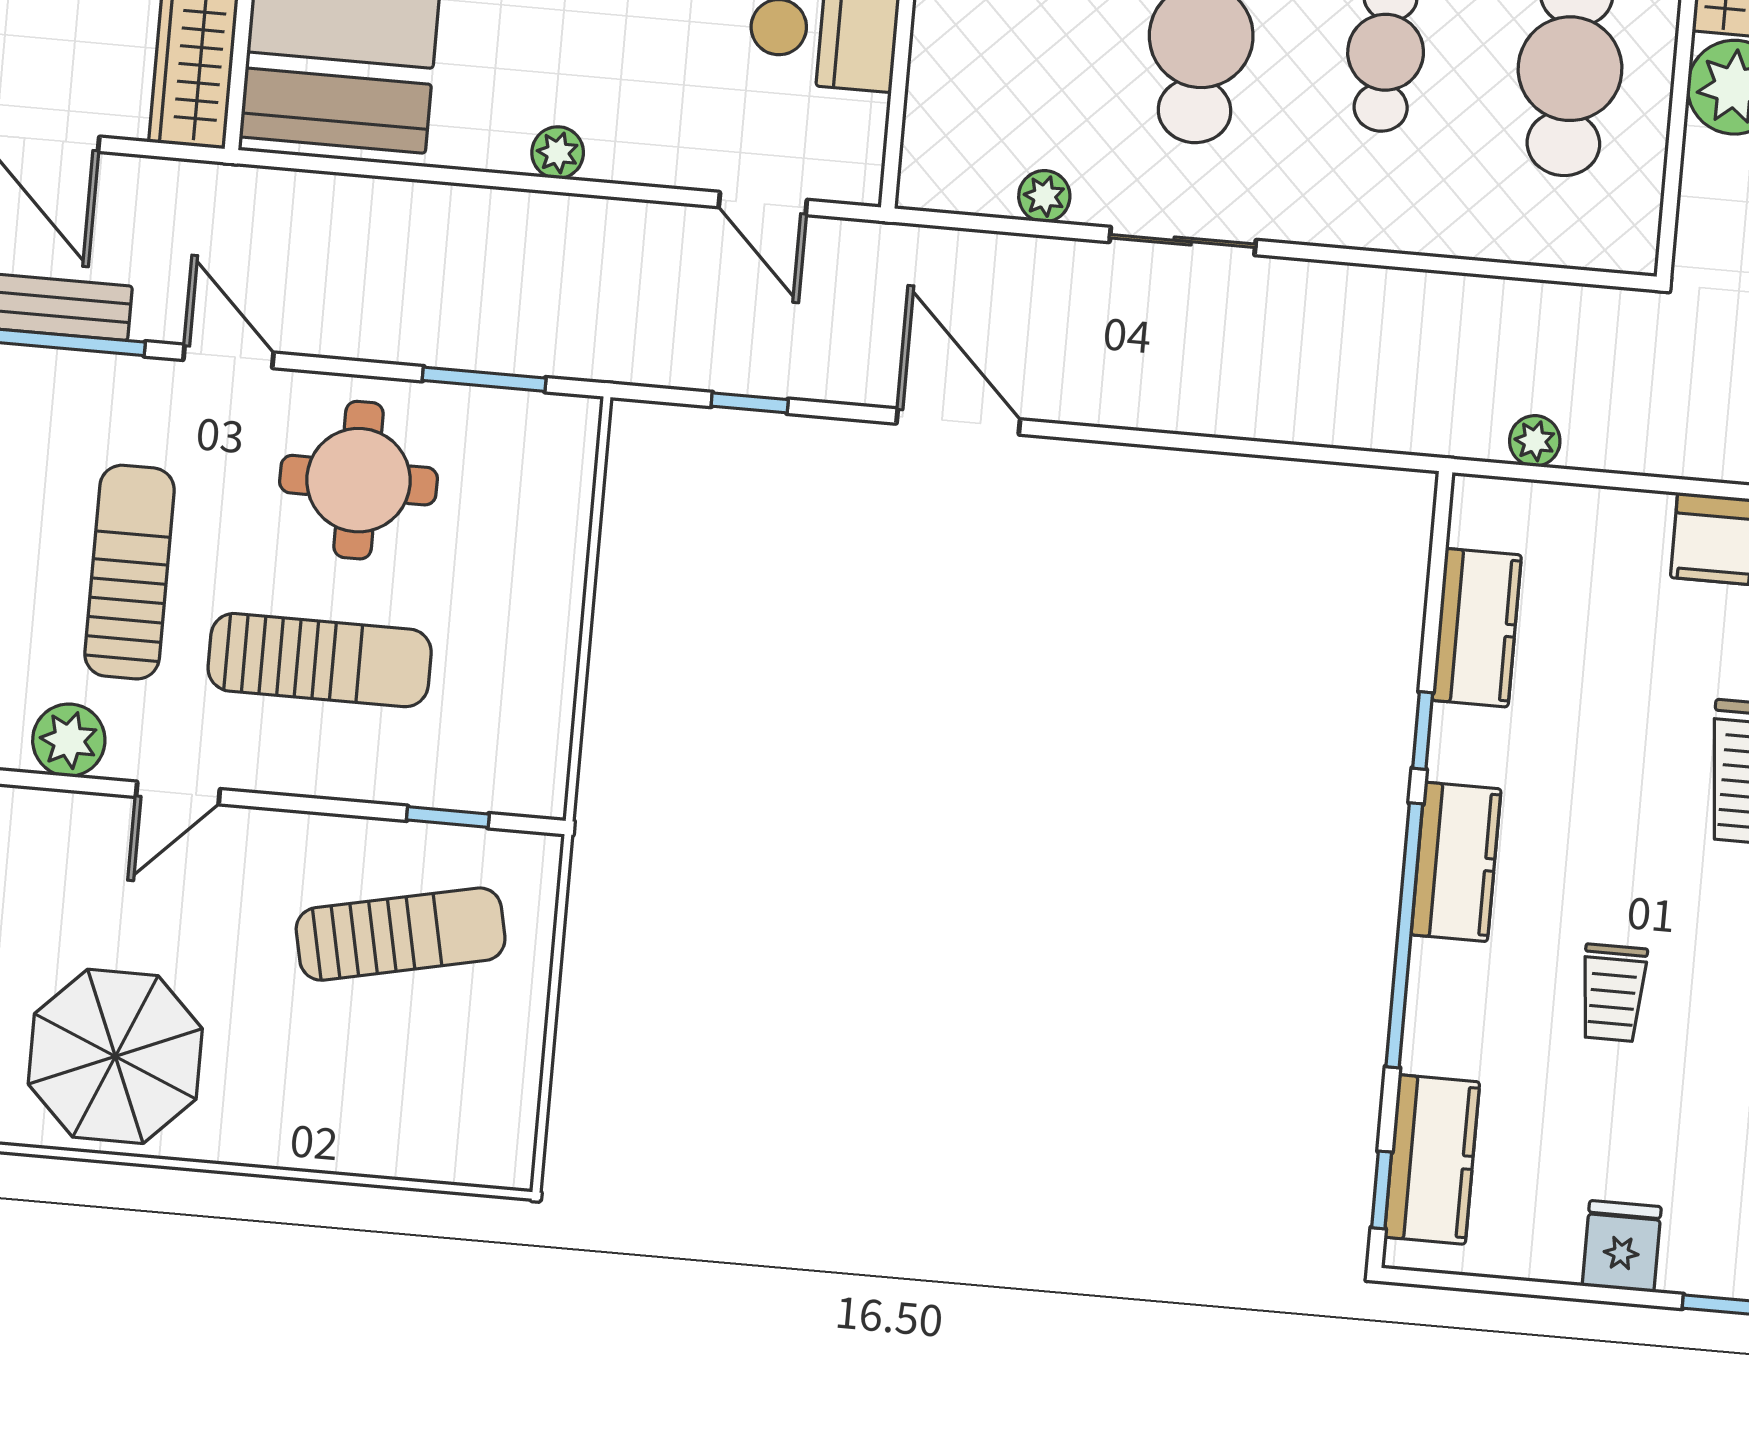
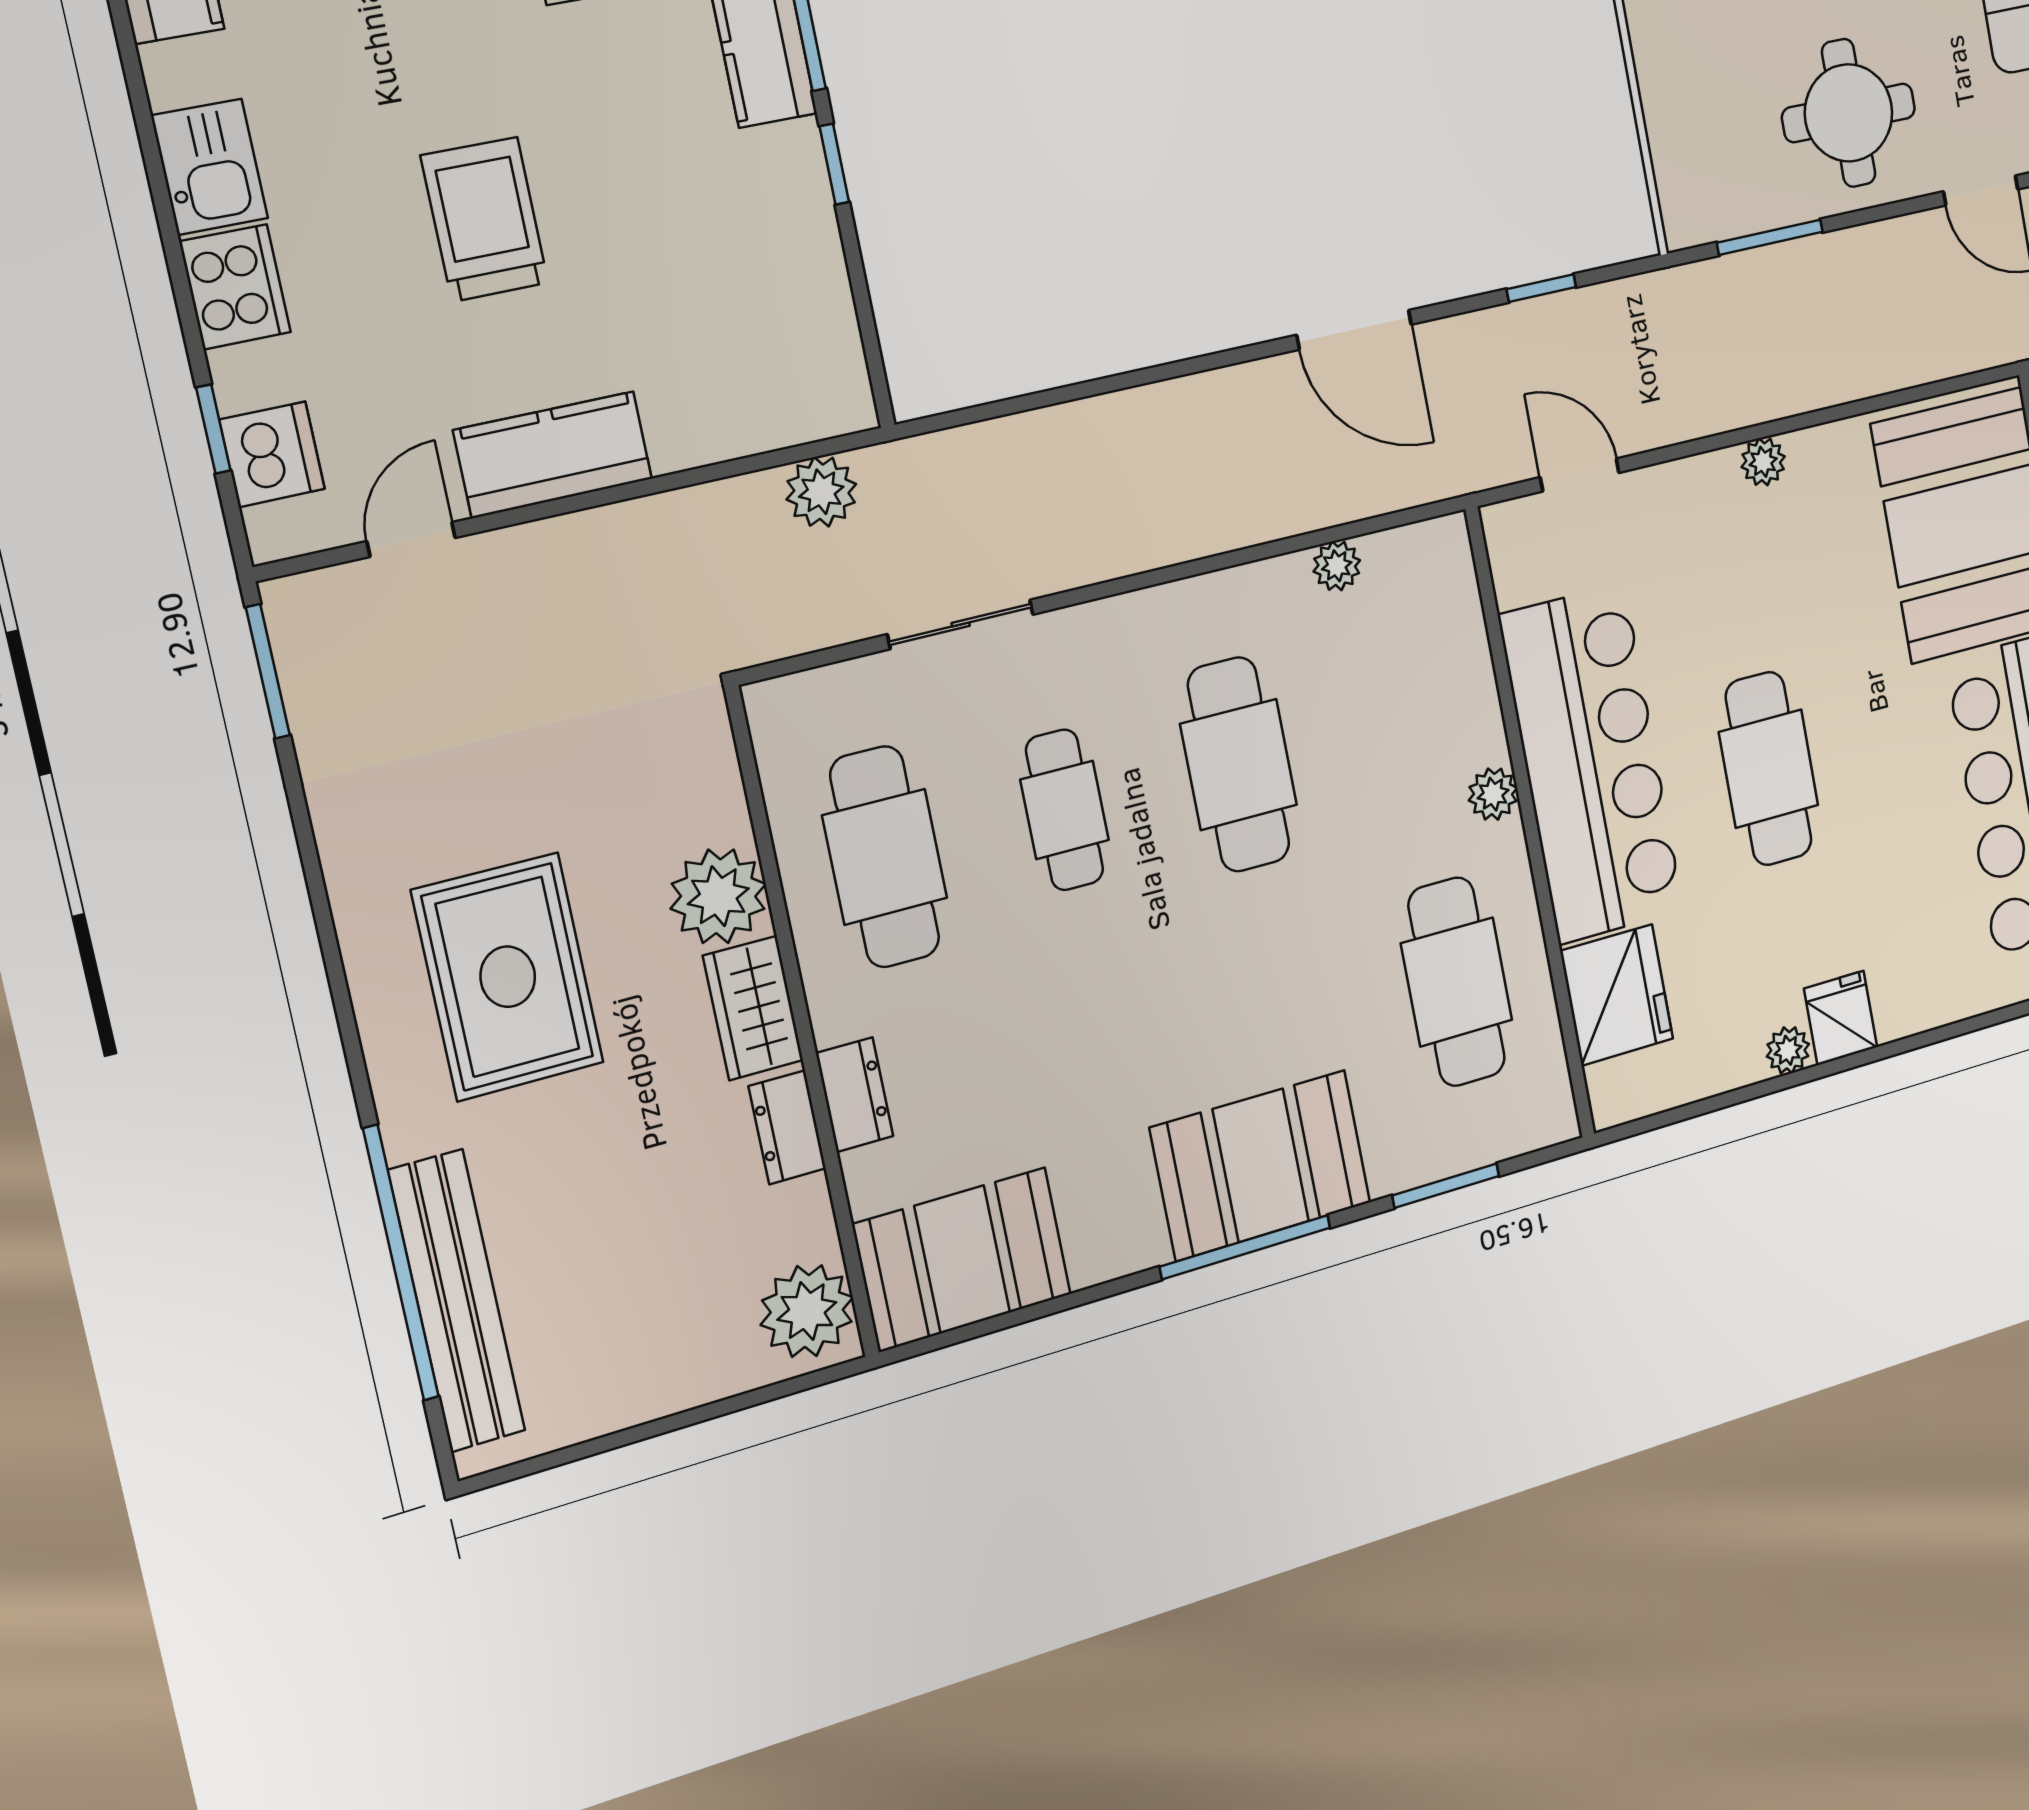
sliding door: (1183, 241) -> (961, 624), moved
plant: (1535, 441) -> (821, 492), width x1.38, depth x1.38
kitchen counter: (1477, 628) -> (811, 282), removed

